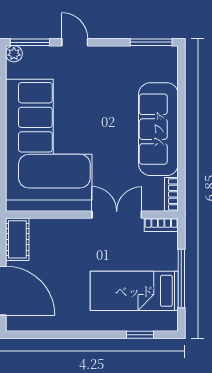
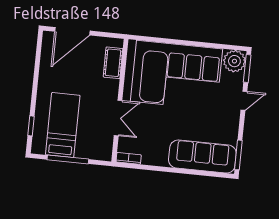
plant: (14, 54) -> (234, 61), width x1.88, depth x1.88
sofa: (158, 129) -> (202, 157), moved
bookcase: (161, 225) -> (108, 149), removed
cot: (17, 239) -> (113, 63), moved, turned 90

